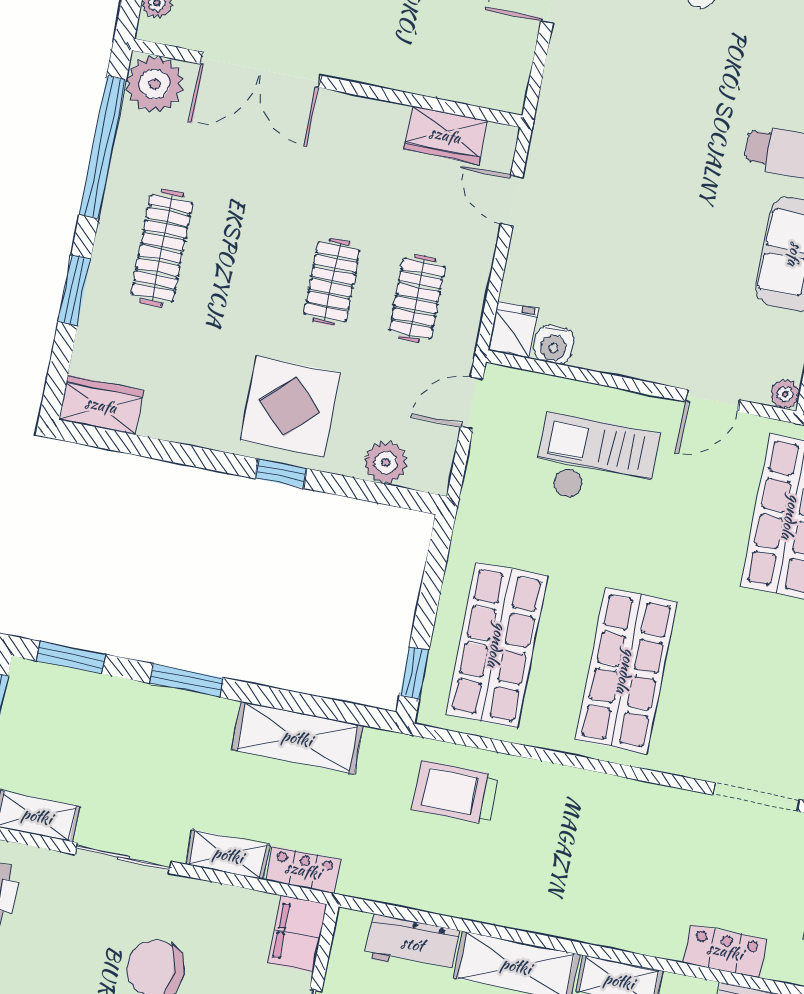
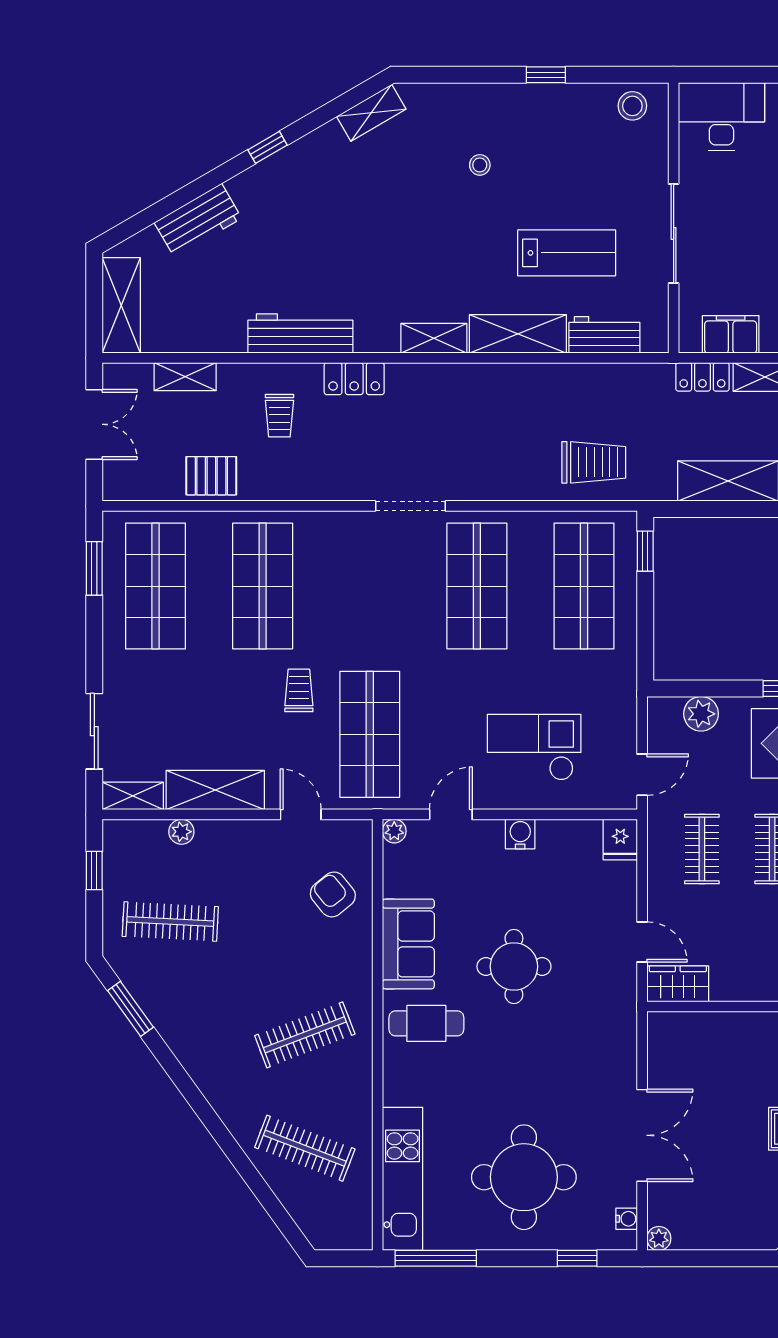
wardrobe: (445, 135) -> (678, 984), moved
round table: (673, 202) -> (514, 966), added
water cooler: (554, 345) -> (520, 834), moved
checkout: (596, 462) -> (534, 747), turned 180
doorway: (756, 797) -> (410, 506), moved
filing cabinet: (297, 934) -> (731, 334), moved, turned -90

